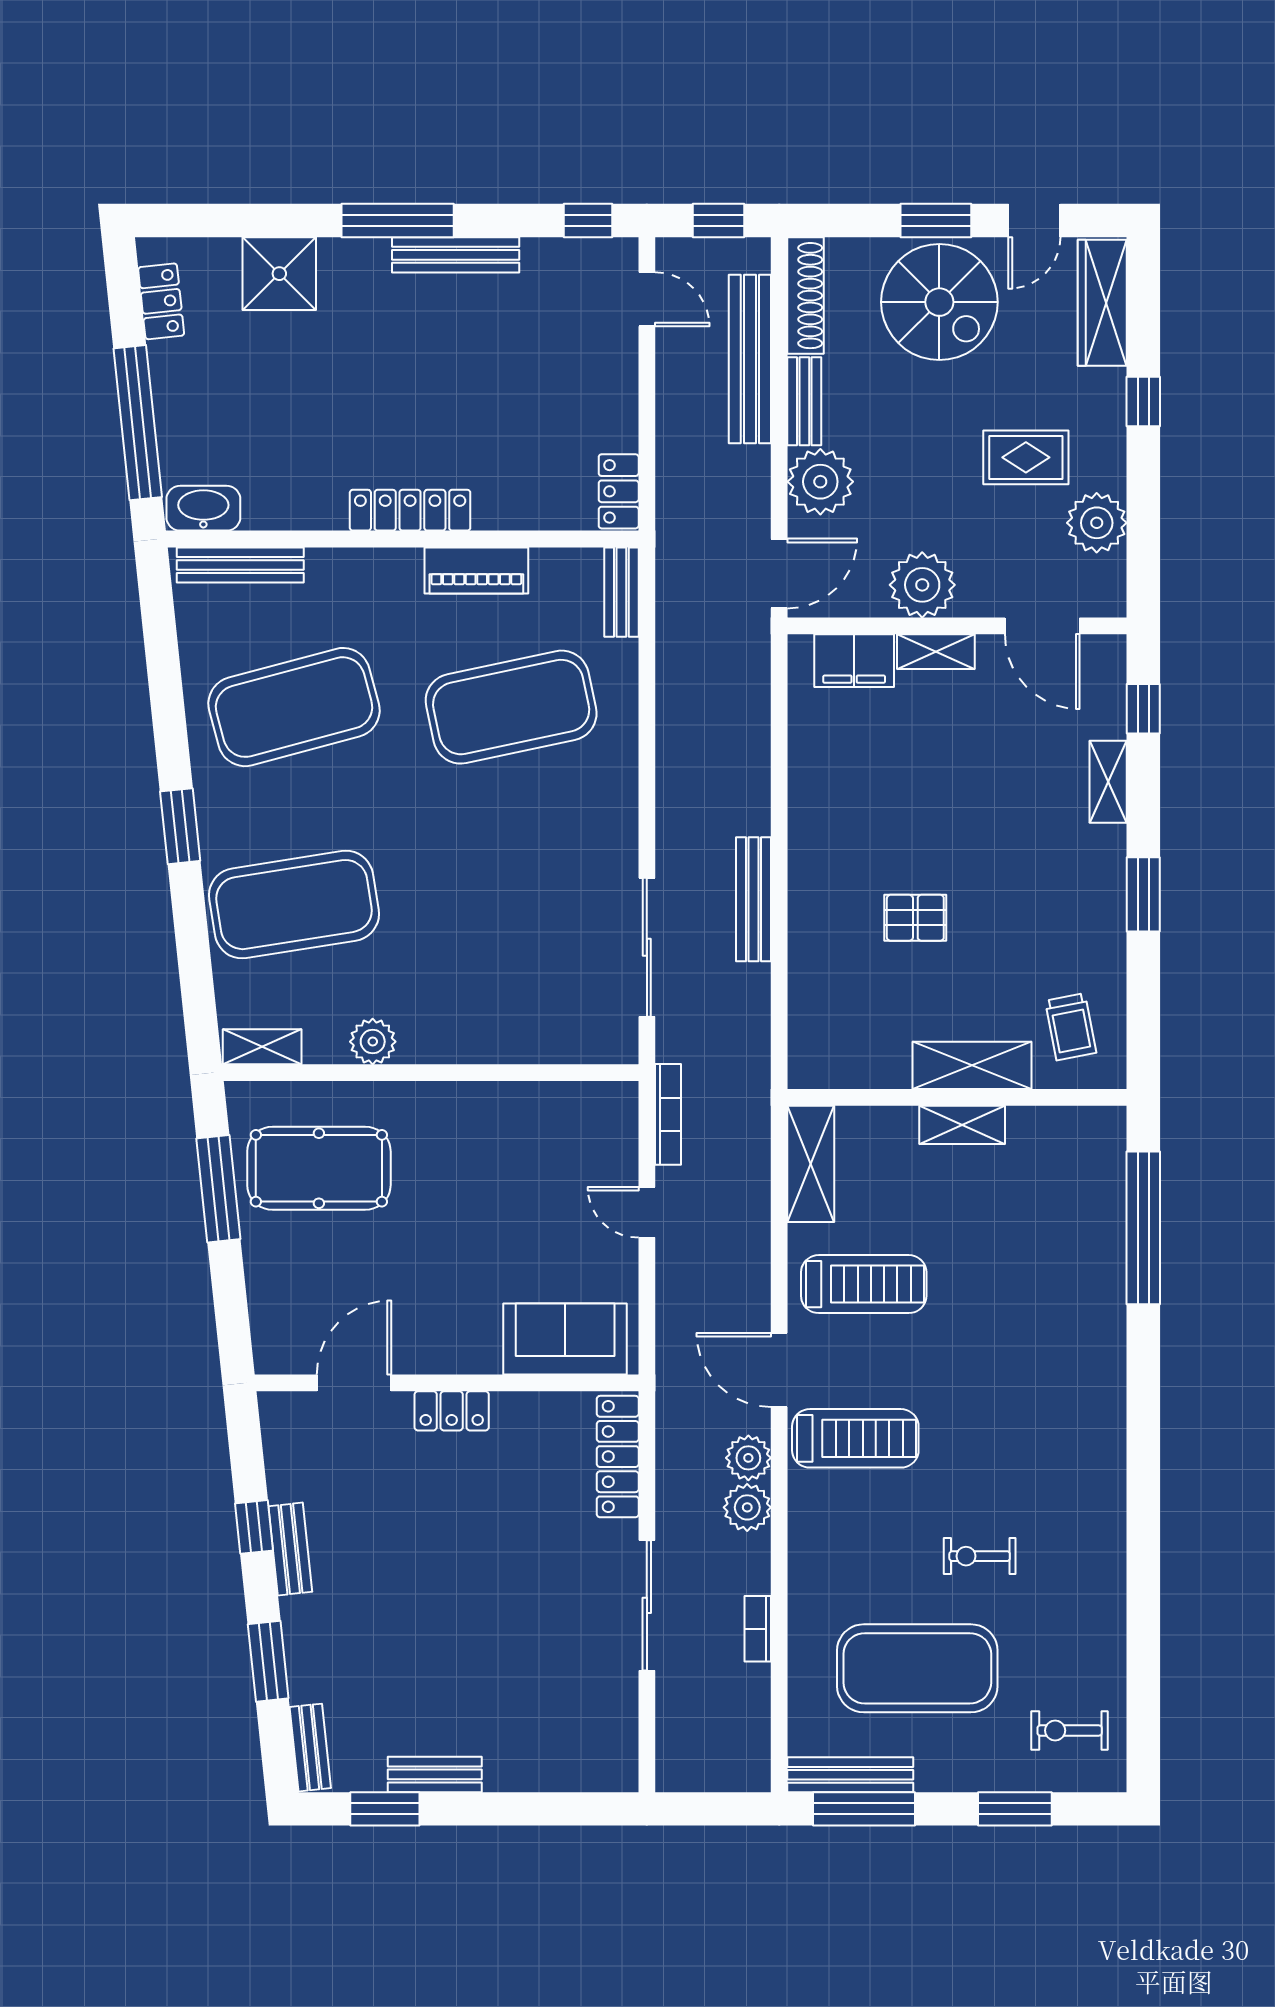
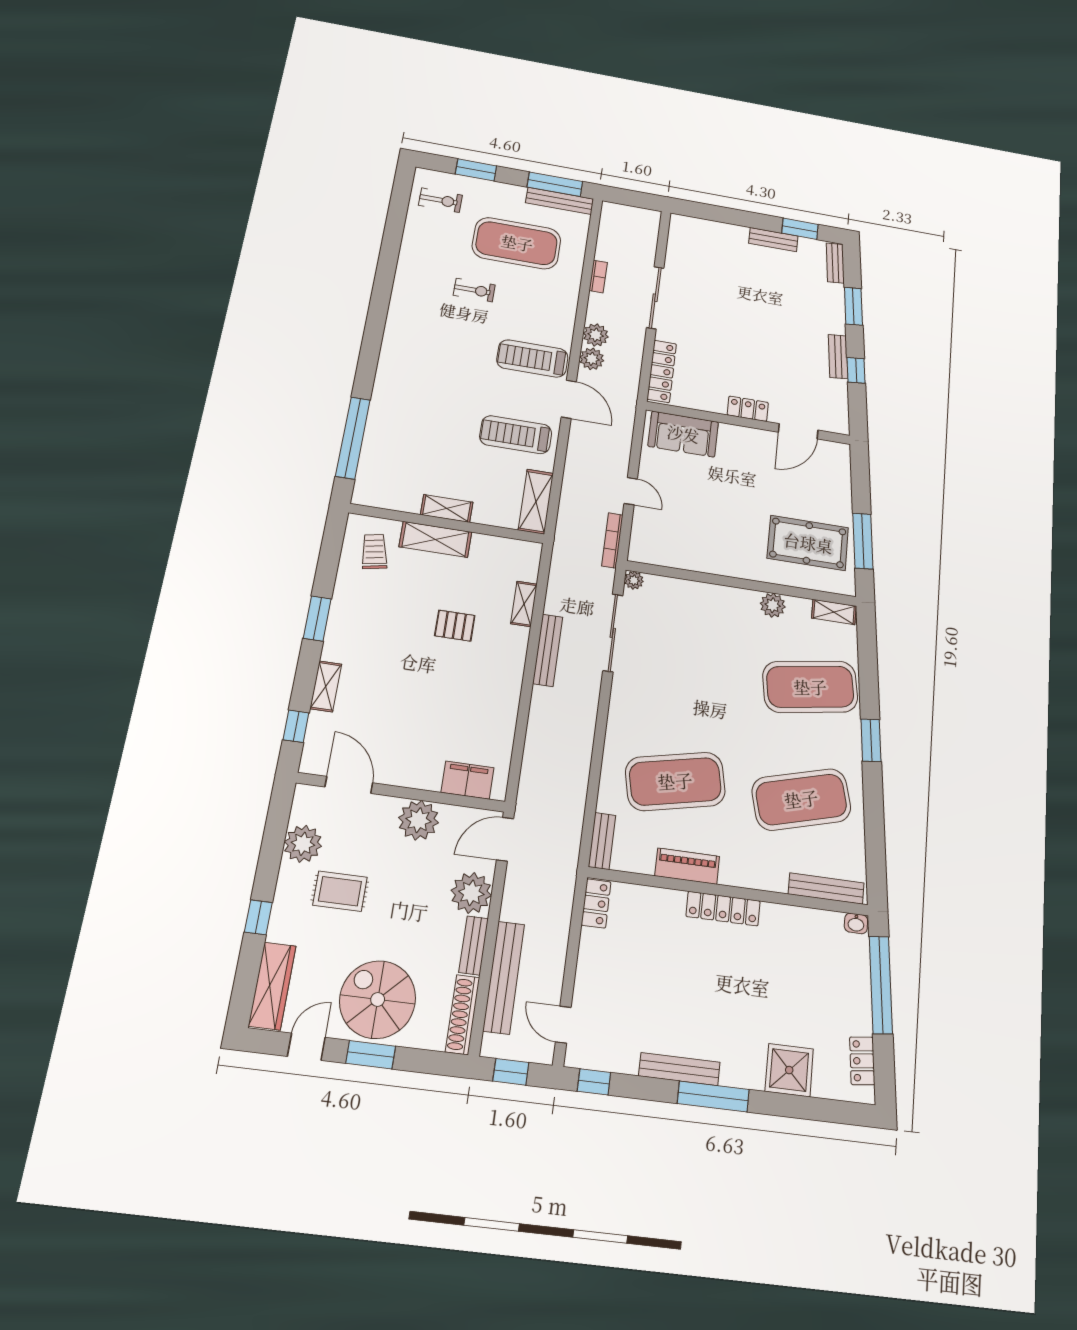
washbasin: (203, 508) -> (856, 923), width x0.52, depth x0.69
shelving: (936, 652) -> (524, 604), moved, turned 90
plant: (622, 1048) -> (634, 580), added

